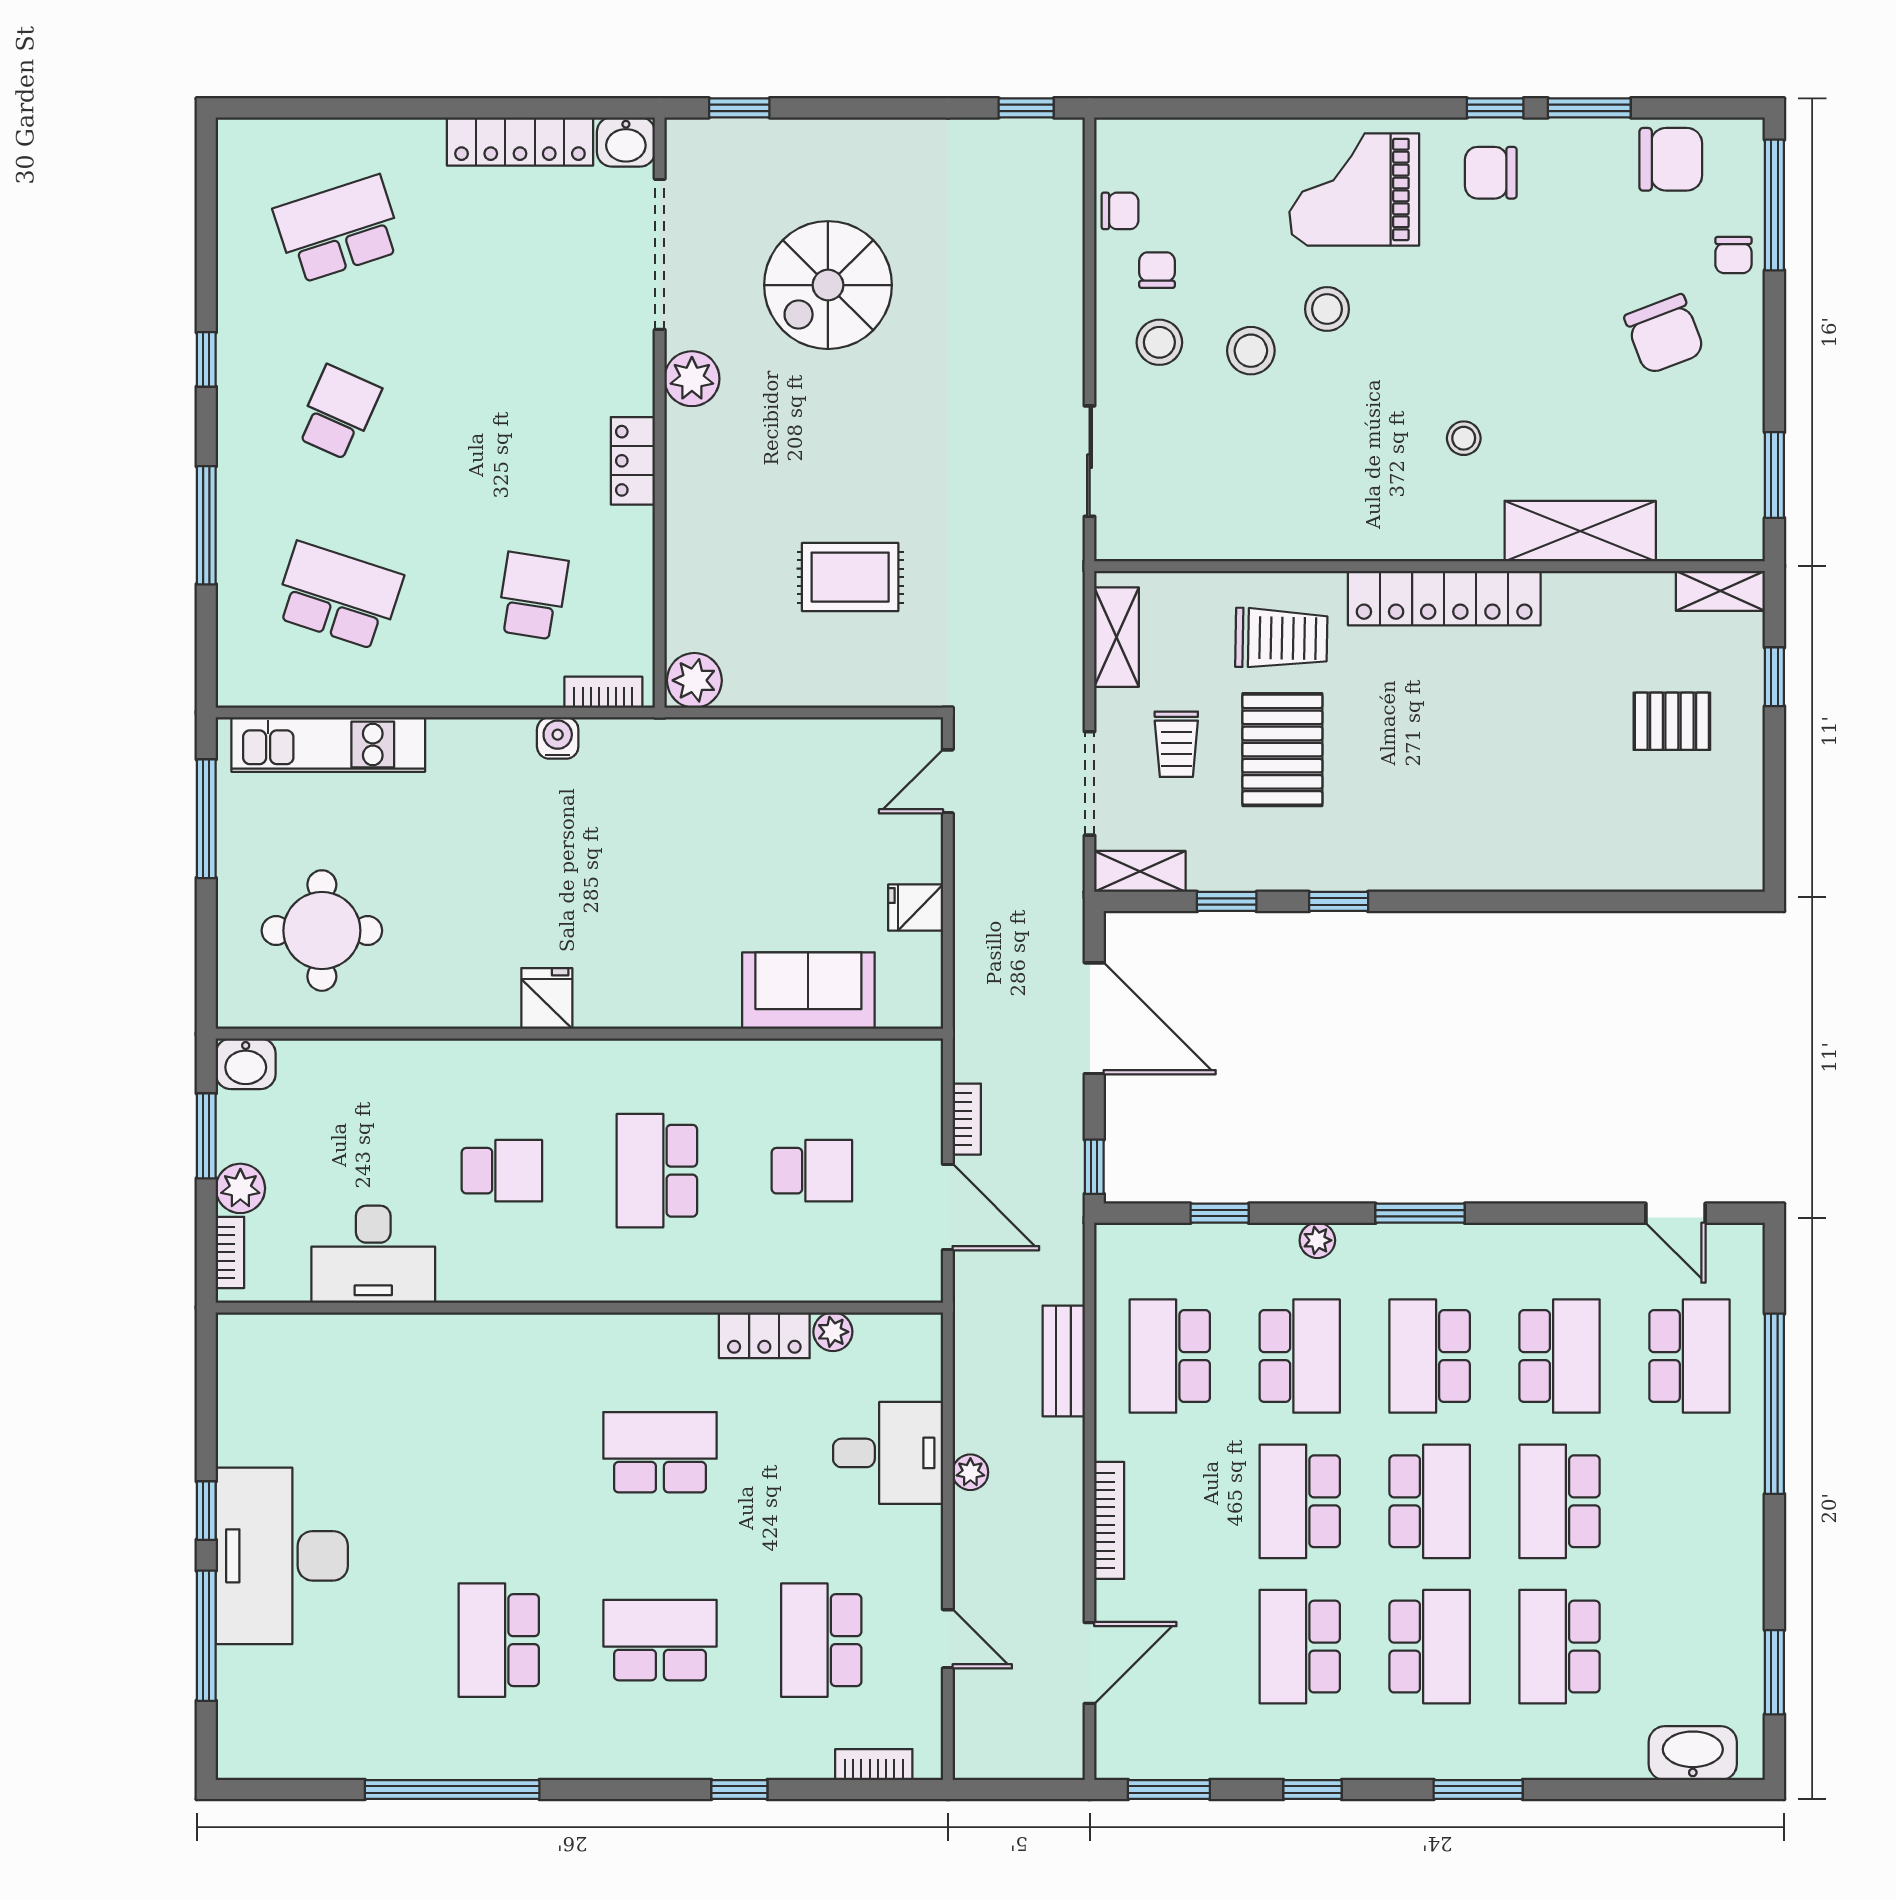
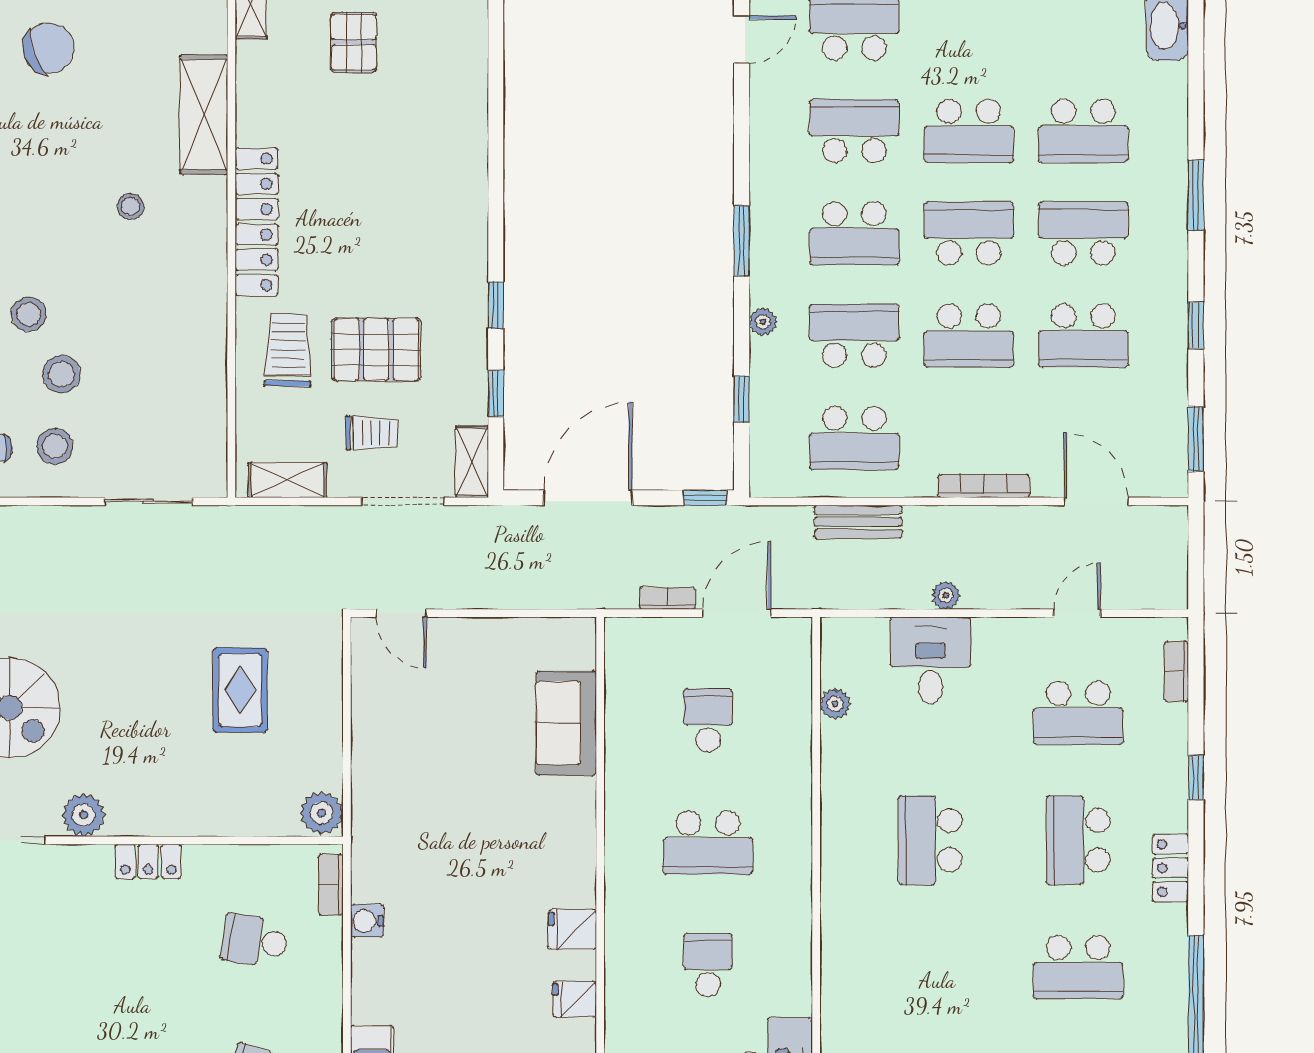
fridge: (916, 908) -> (575, 999), moved, turned 90
locker: (764, 1335) -> (1170, 868), moved, turned 180

